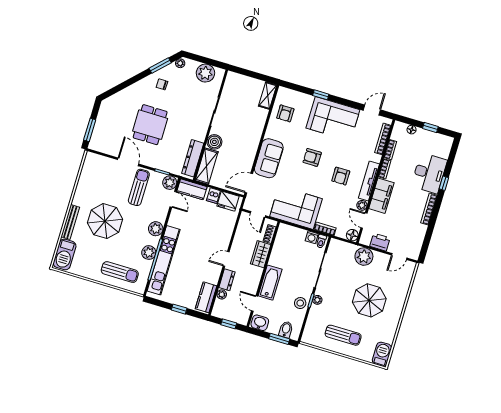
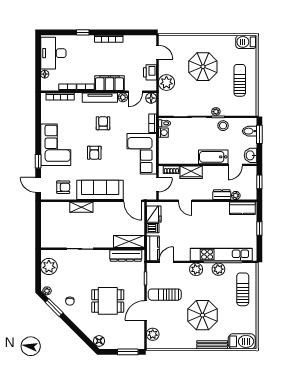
shelving: (268, 95) -> (81, 207), moved
floor lamp: (110, 103) -> (99, 341), added
door: (372, 110) -> (38, 185), moved
window: (430, 127) -> (38, 58), removed
boiler: (214, 142) -> (106, 241), removed
sofa: (269, 158) -> (100, 190), width x1.36
desk: (429, 173) -> (53, 53), moved, turned -90
armchair: (341, 176) -> (103, 123), turned -90
plant: (170, 183) -> (153, 334), moved
door: (226, 259) -> (185, 201), moved

